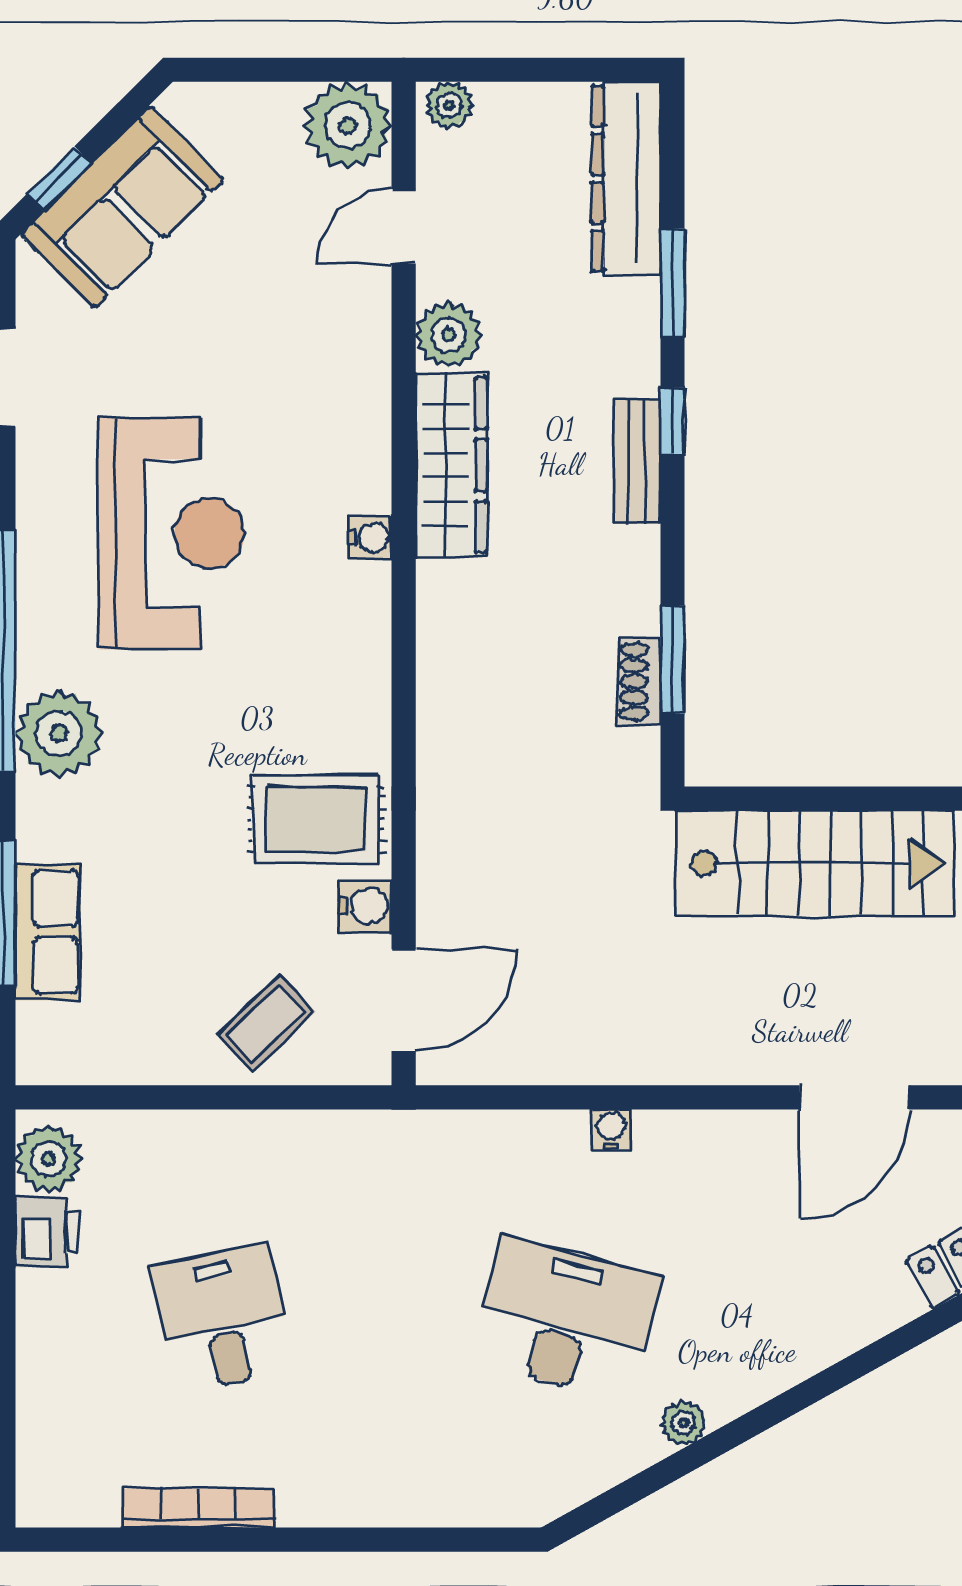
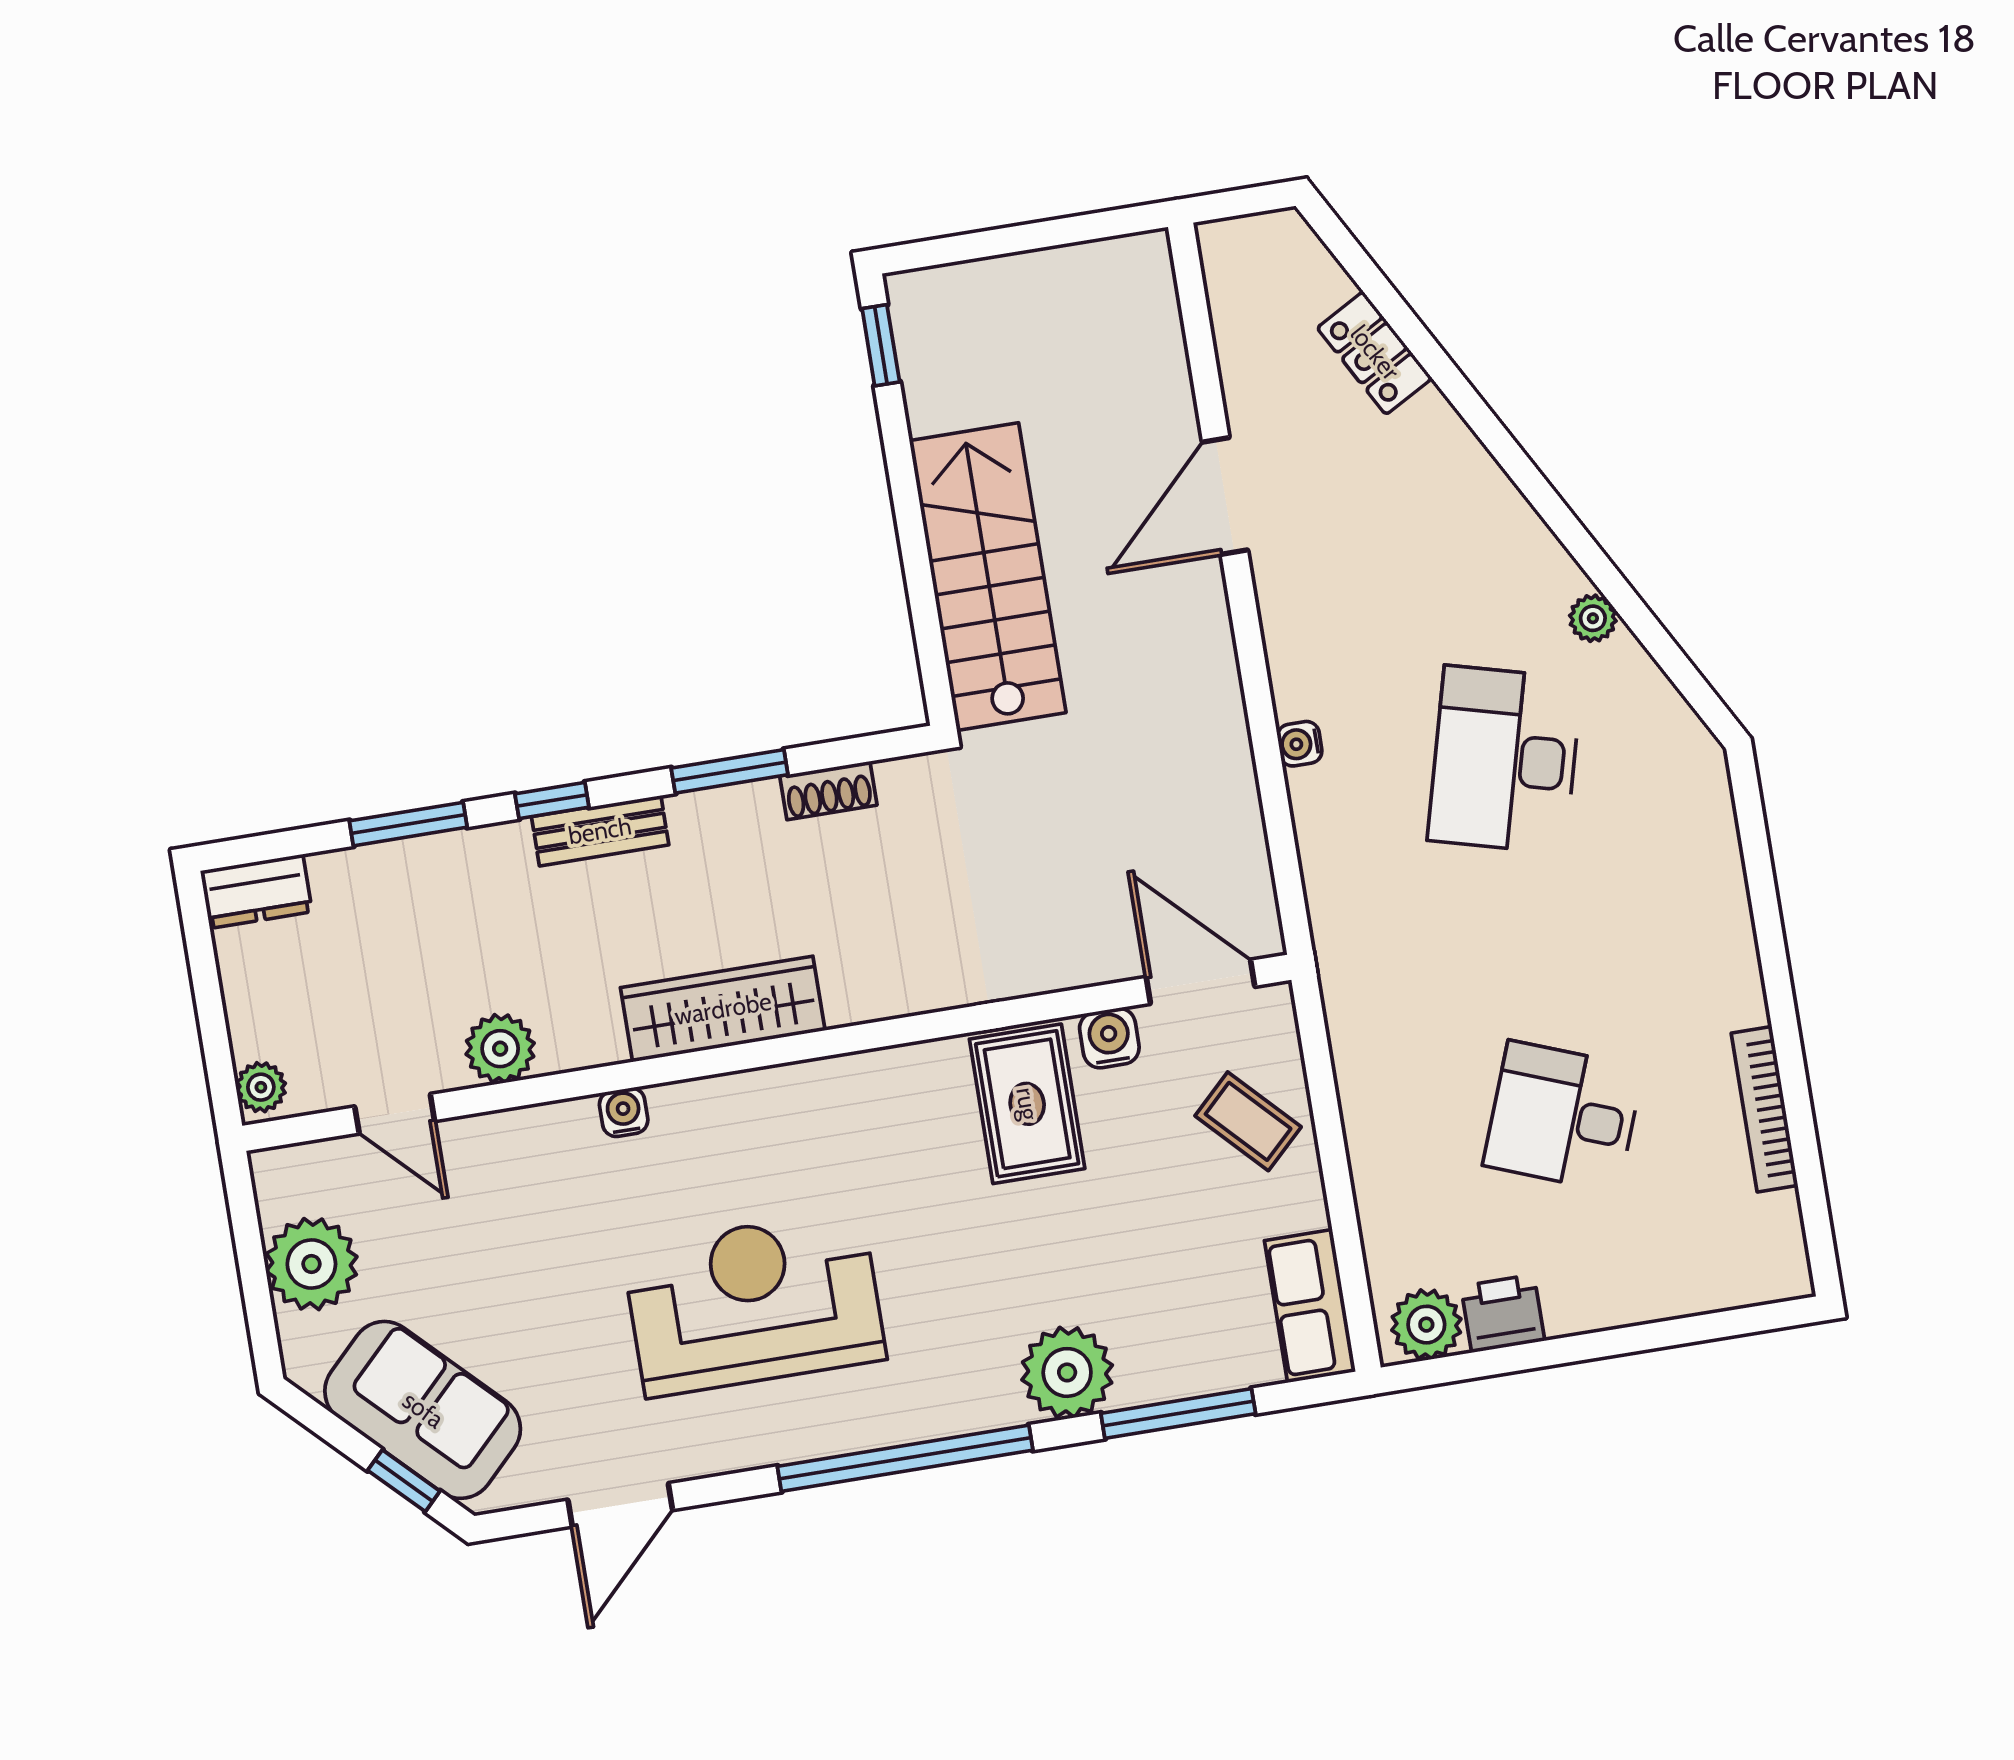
plant: (348, 125) -> (311, 1264), moved
dresser: (626, 178) -> (256, 891), width x0.51, depth x0.80
wardrobe: (451, 465) -> (723, 1009), moved
water cooler: (370, 538) -> (624, 1112), moved
window: (672, 660) -> (730, 771), moved
plant: (59, 733) -> (1067, 1372), moved
row of seats: (48, 932) -> (1310, 1306), moved, turned -90
door: (854, 1097) -> (1225, 496), swing flipped
desk: (222, 1318) -> (1563, 1117), turned 33

